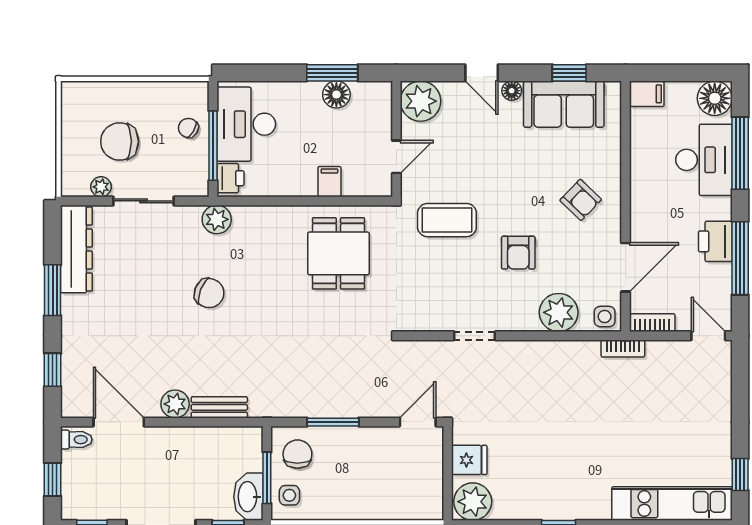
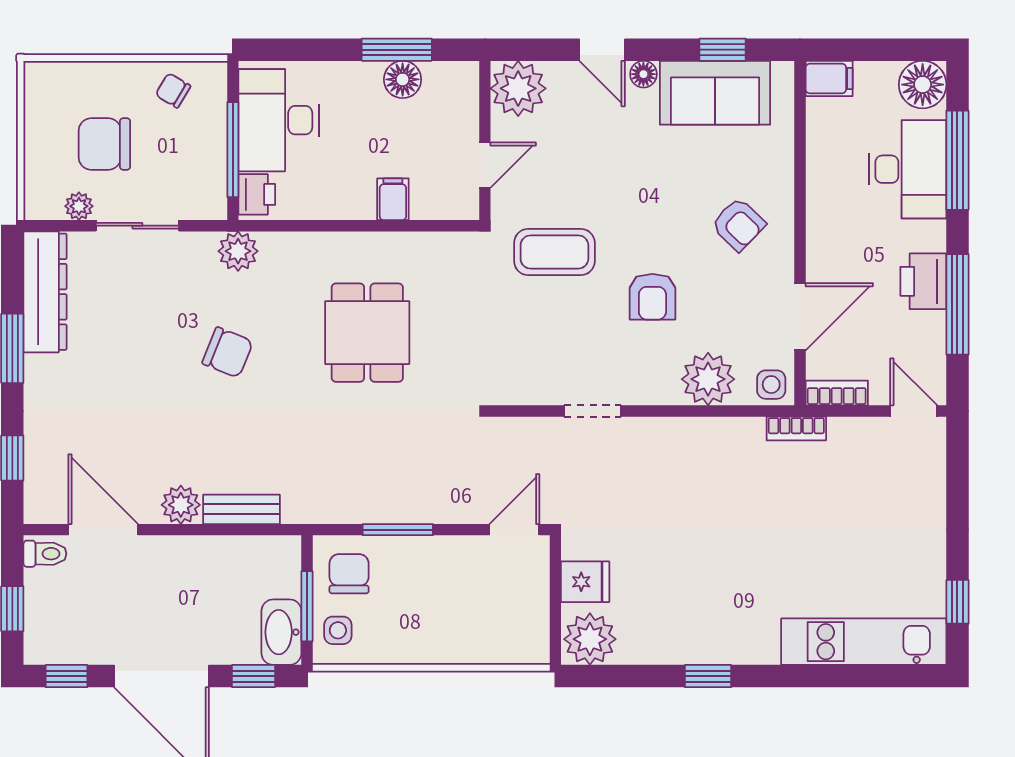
chair: (188, 128) -> (173, 90), moved
dining table: (338, 253) -> (367, 333), moved

